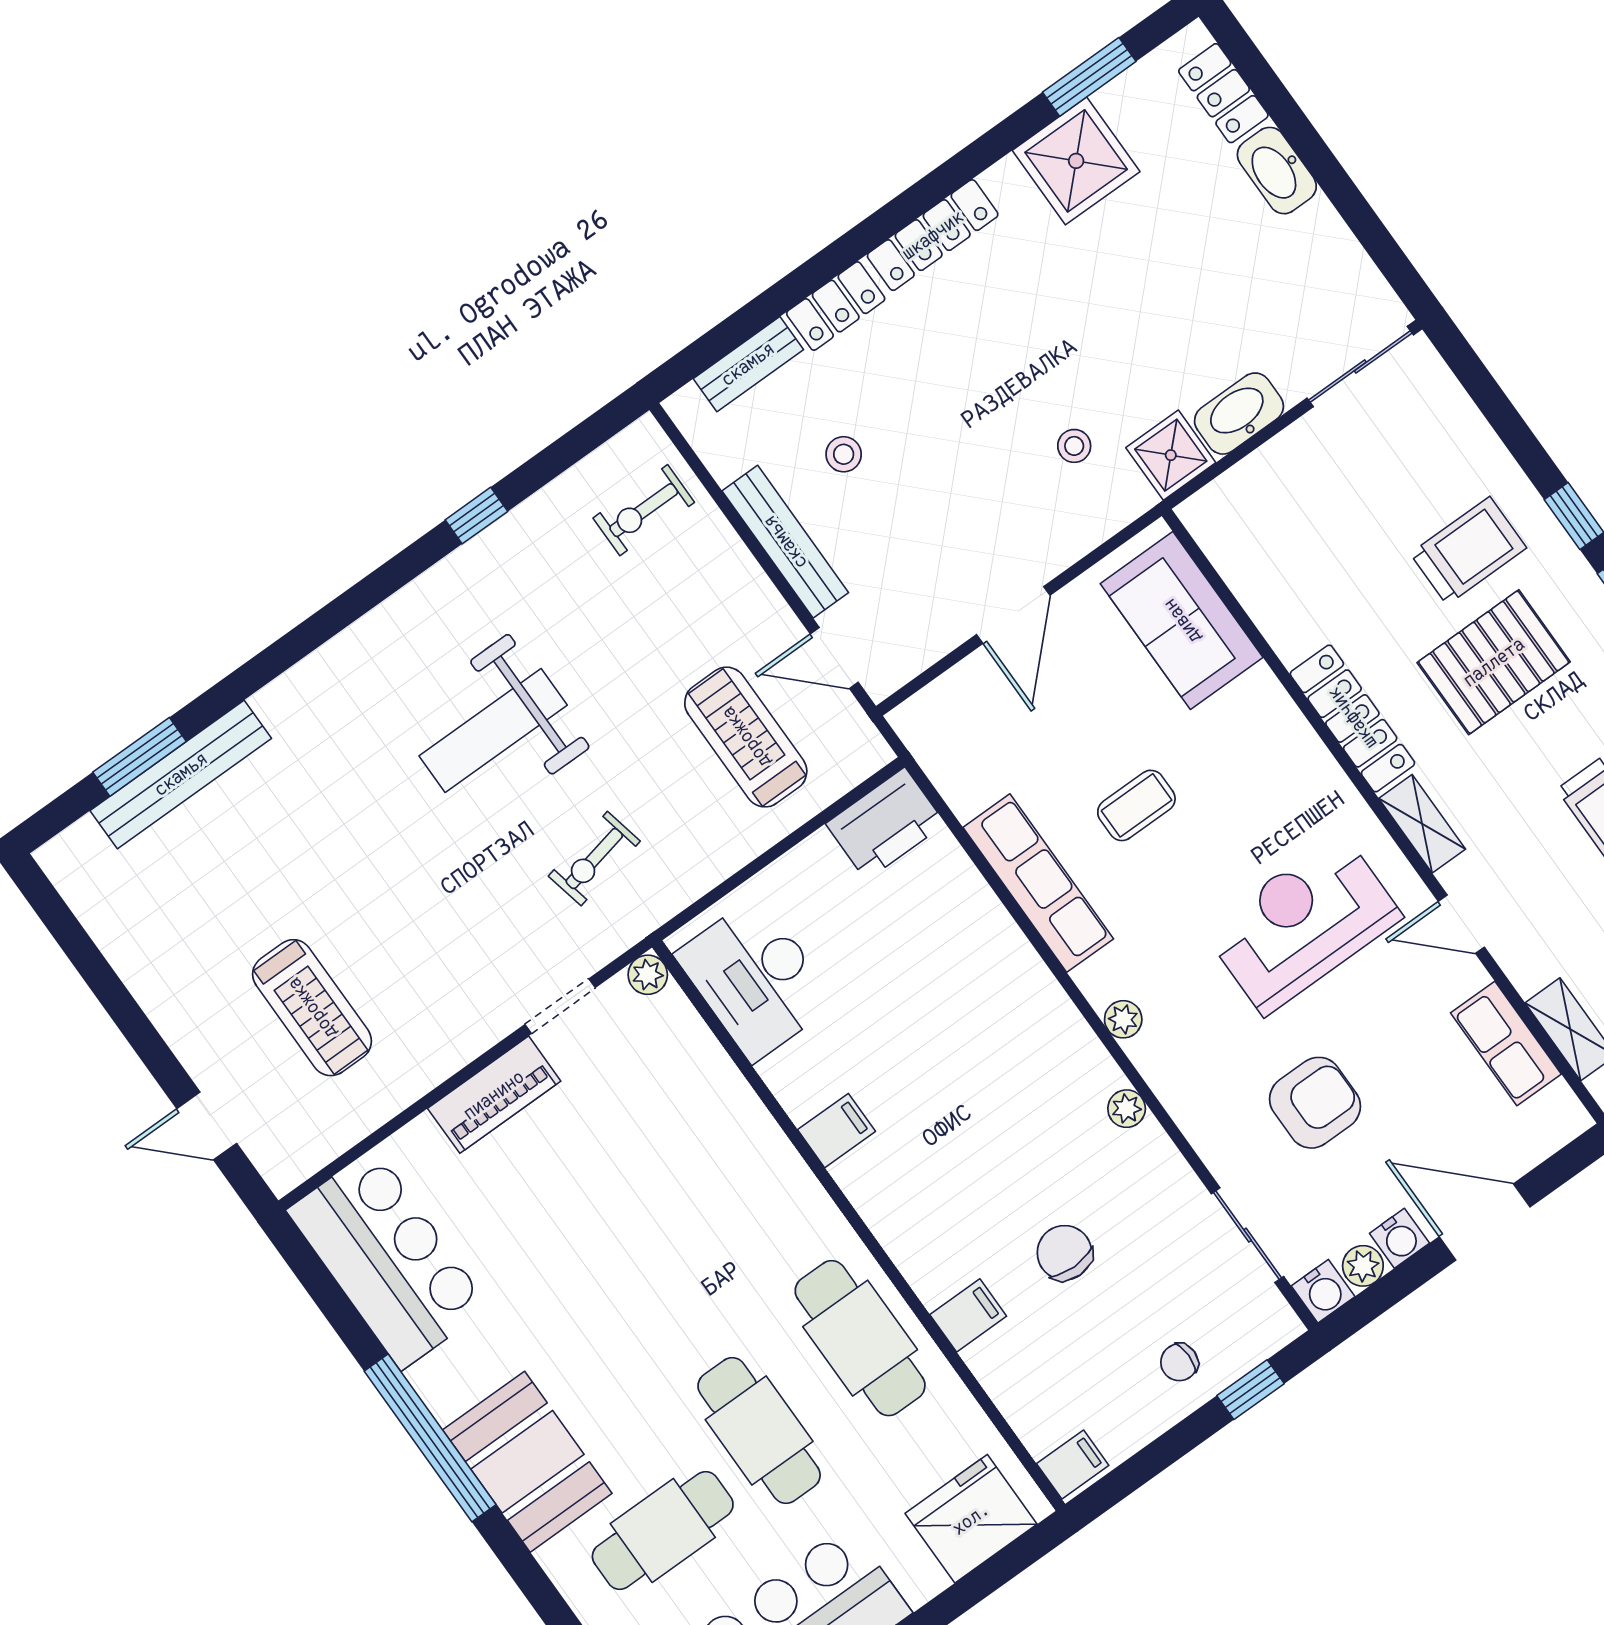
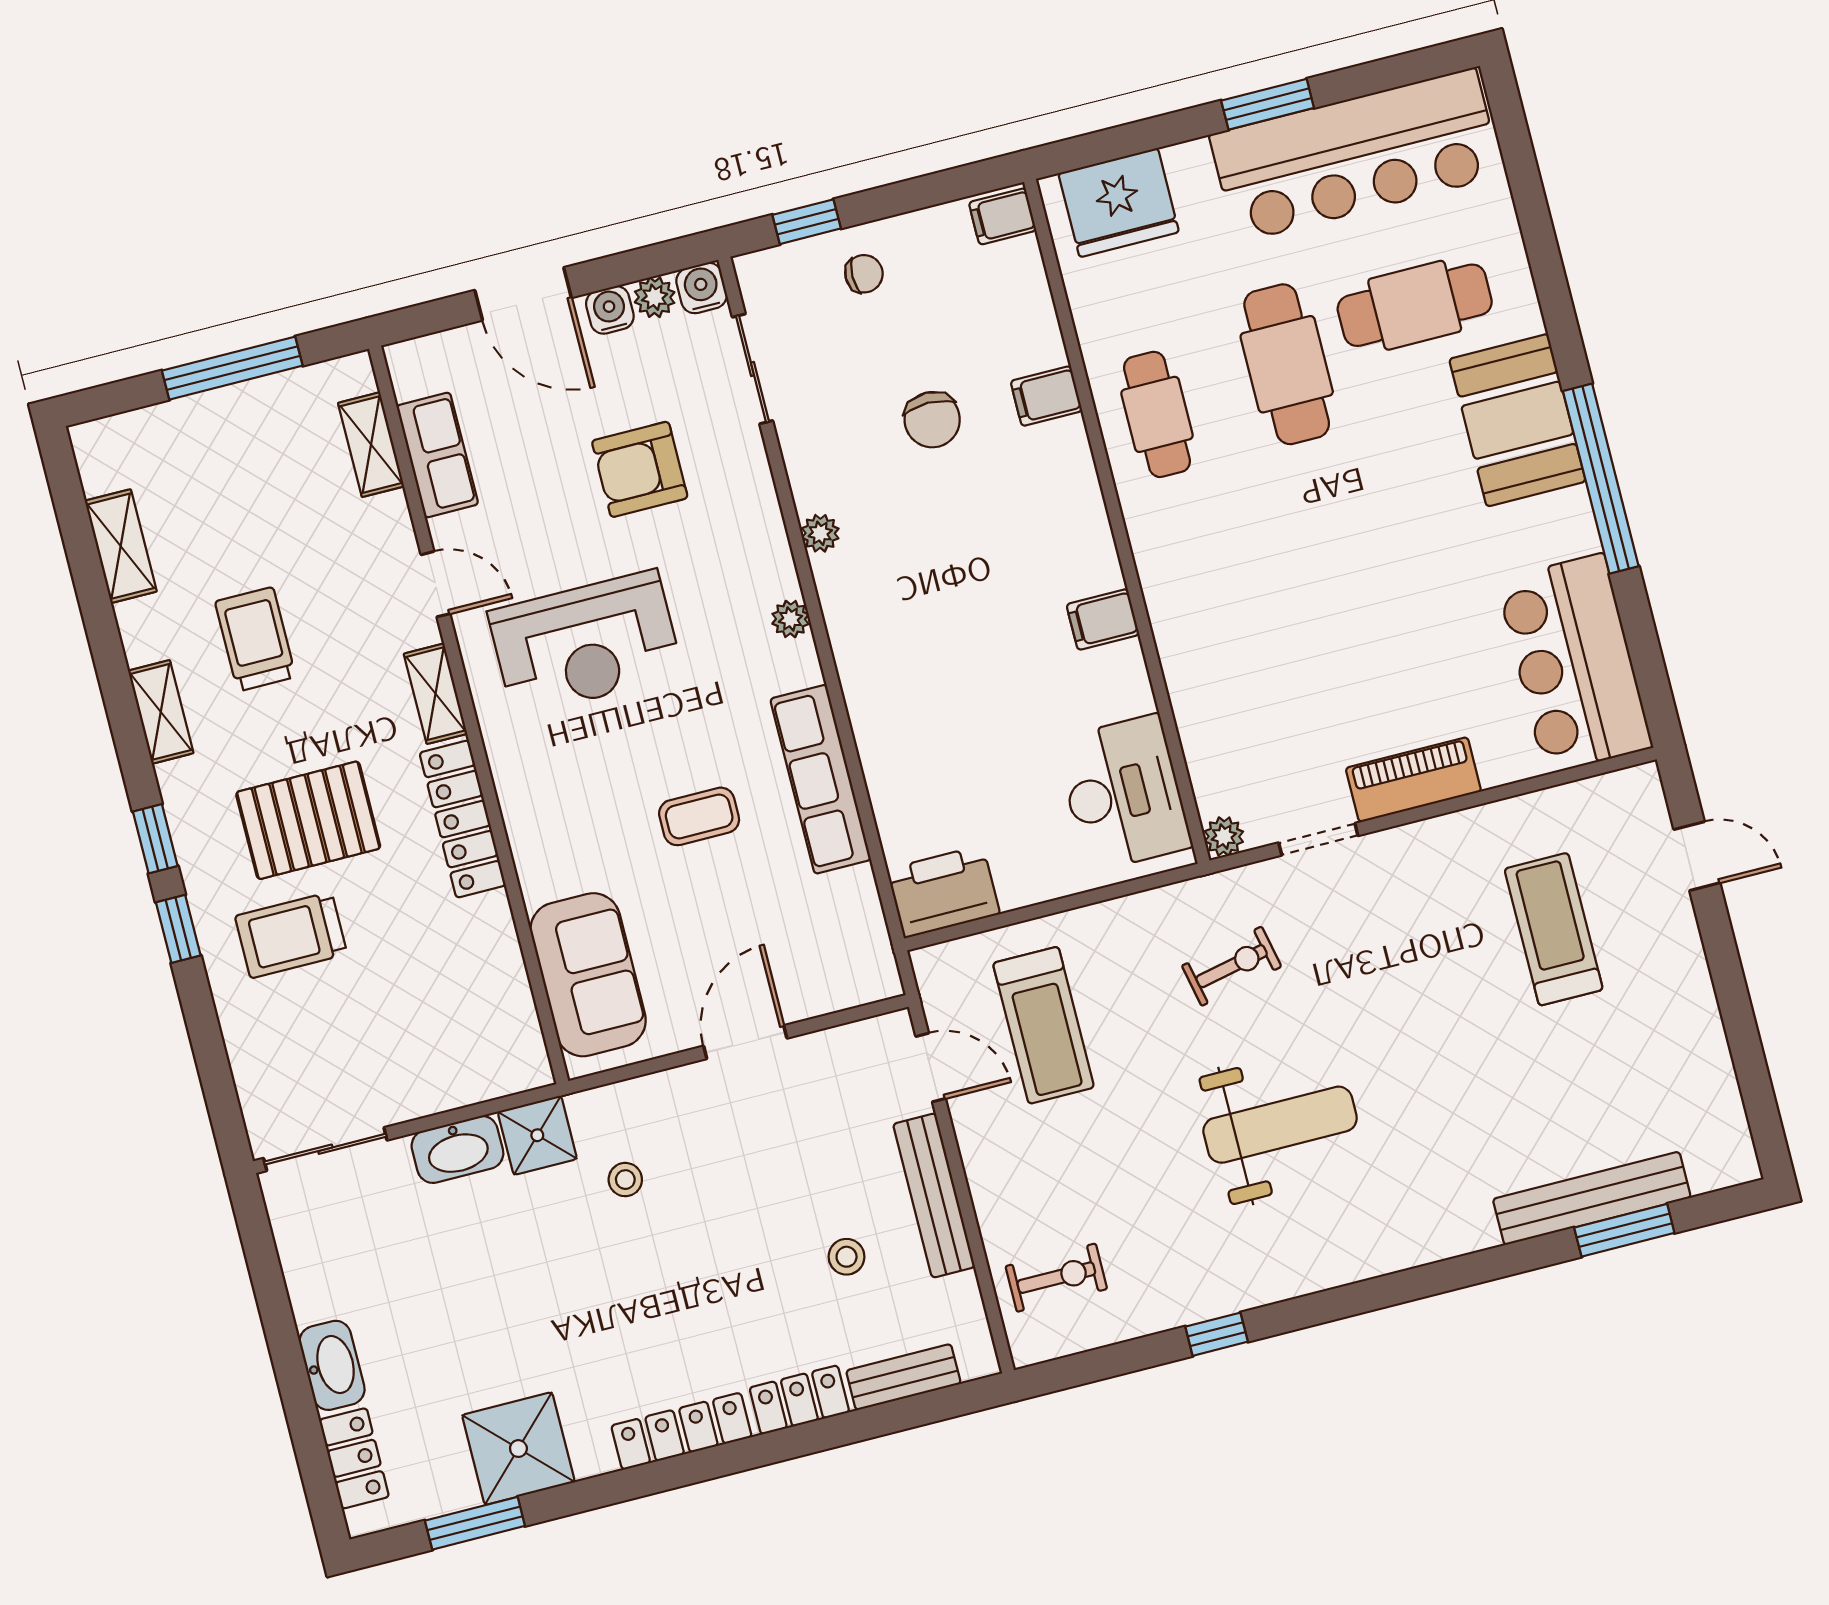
cafe table: (860, 1338) -> (1157, 414), width x0.73, depth x0.74

